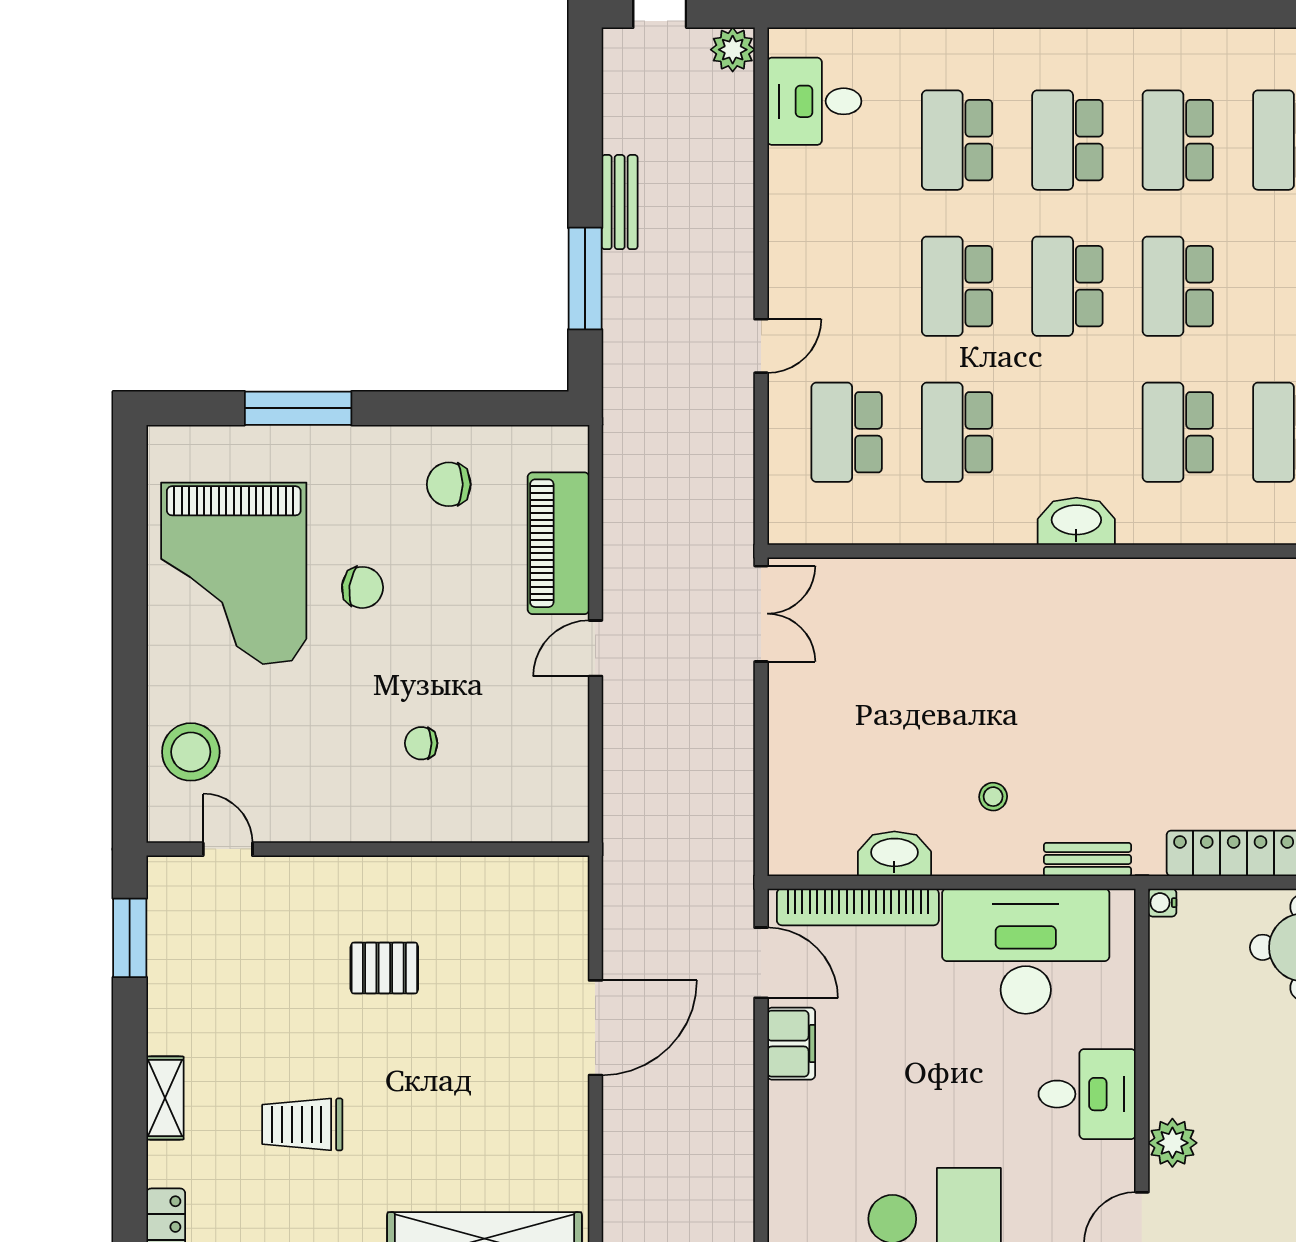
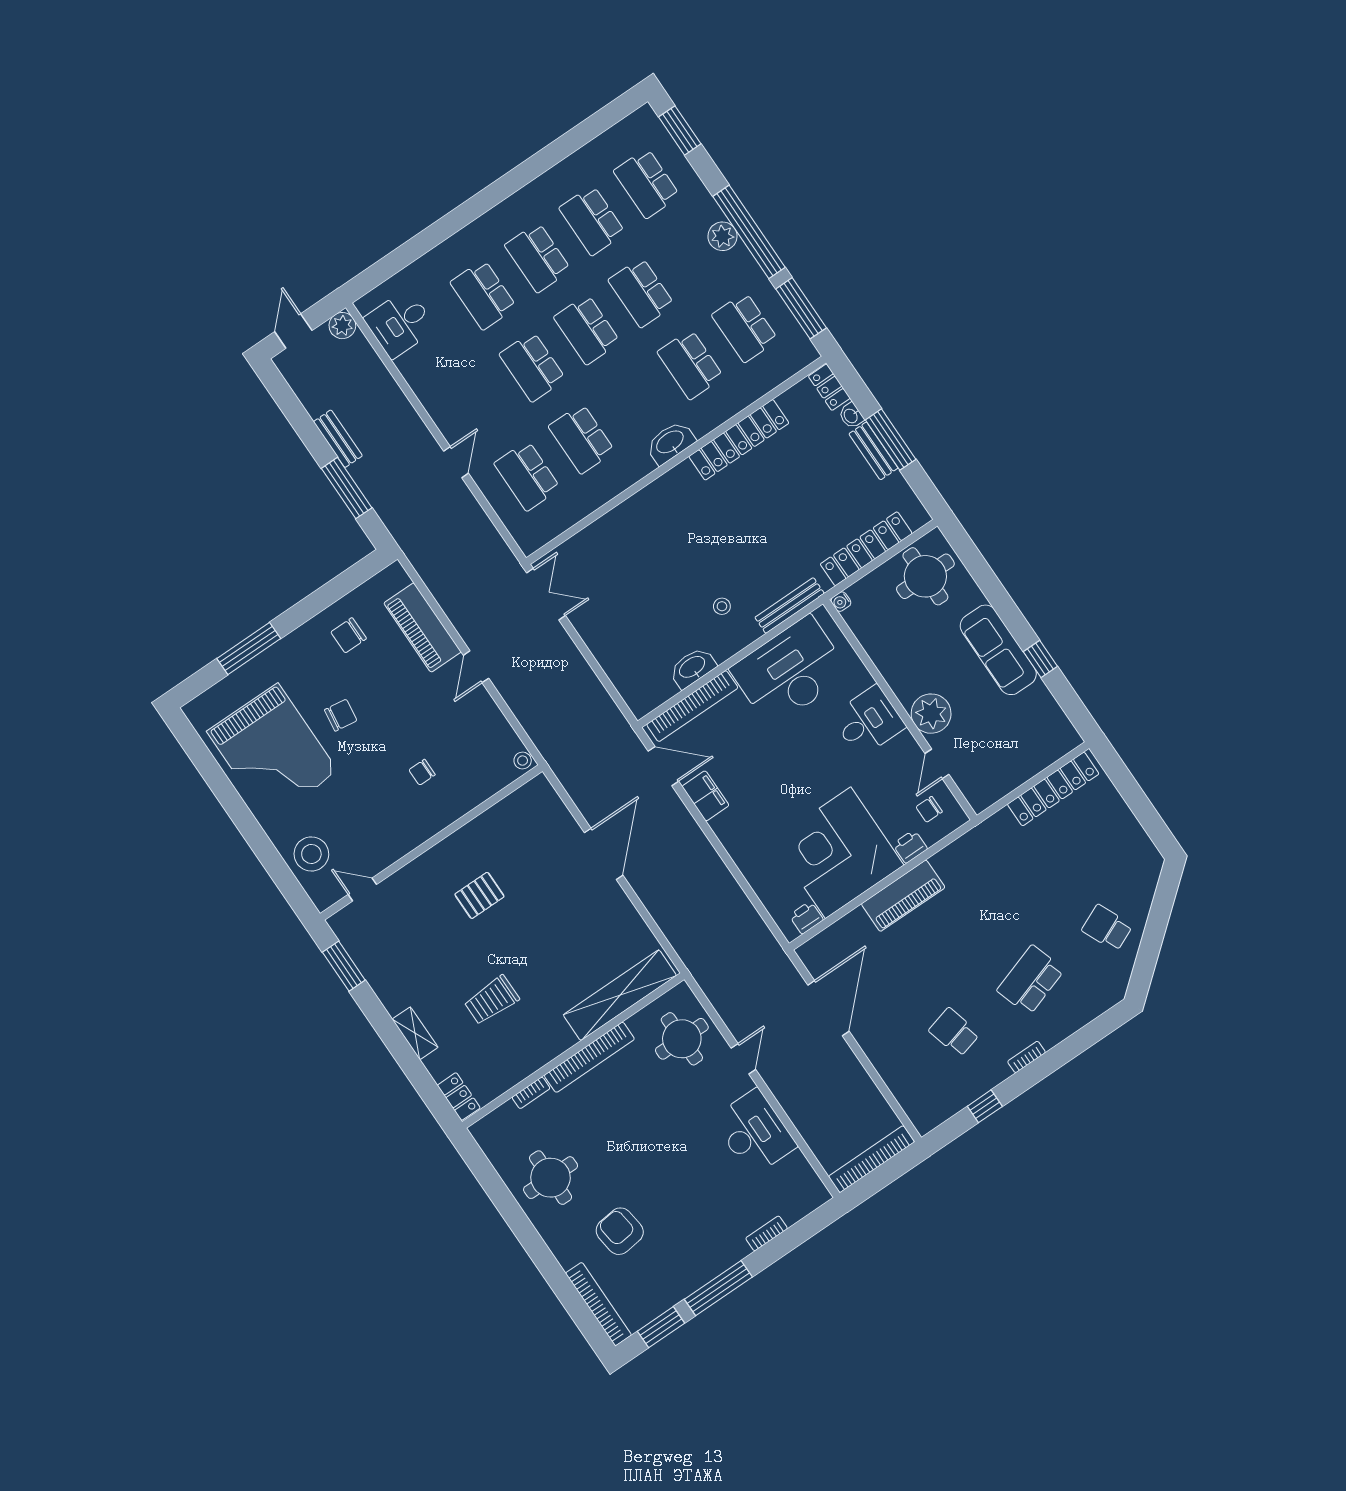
locker: (1174, 582) -> (739, 440), added
stool: (571, 822) -> (523, 761), added
bench: (1087, 859) -> (790, 605), width x1.36
plant: (1172, 1143) -> (931, 714), width x1.36, depth x1.36

